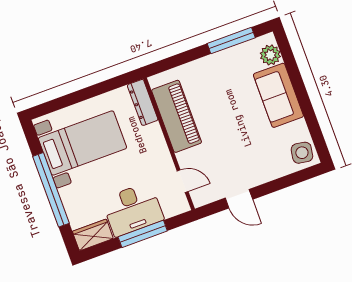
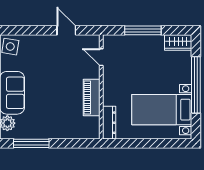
piano: (177, 116) -> (92, 97), width x0.73, depth x0.75
desk: (133, 209) -> (144, 50), removed

